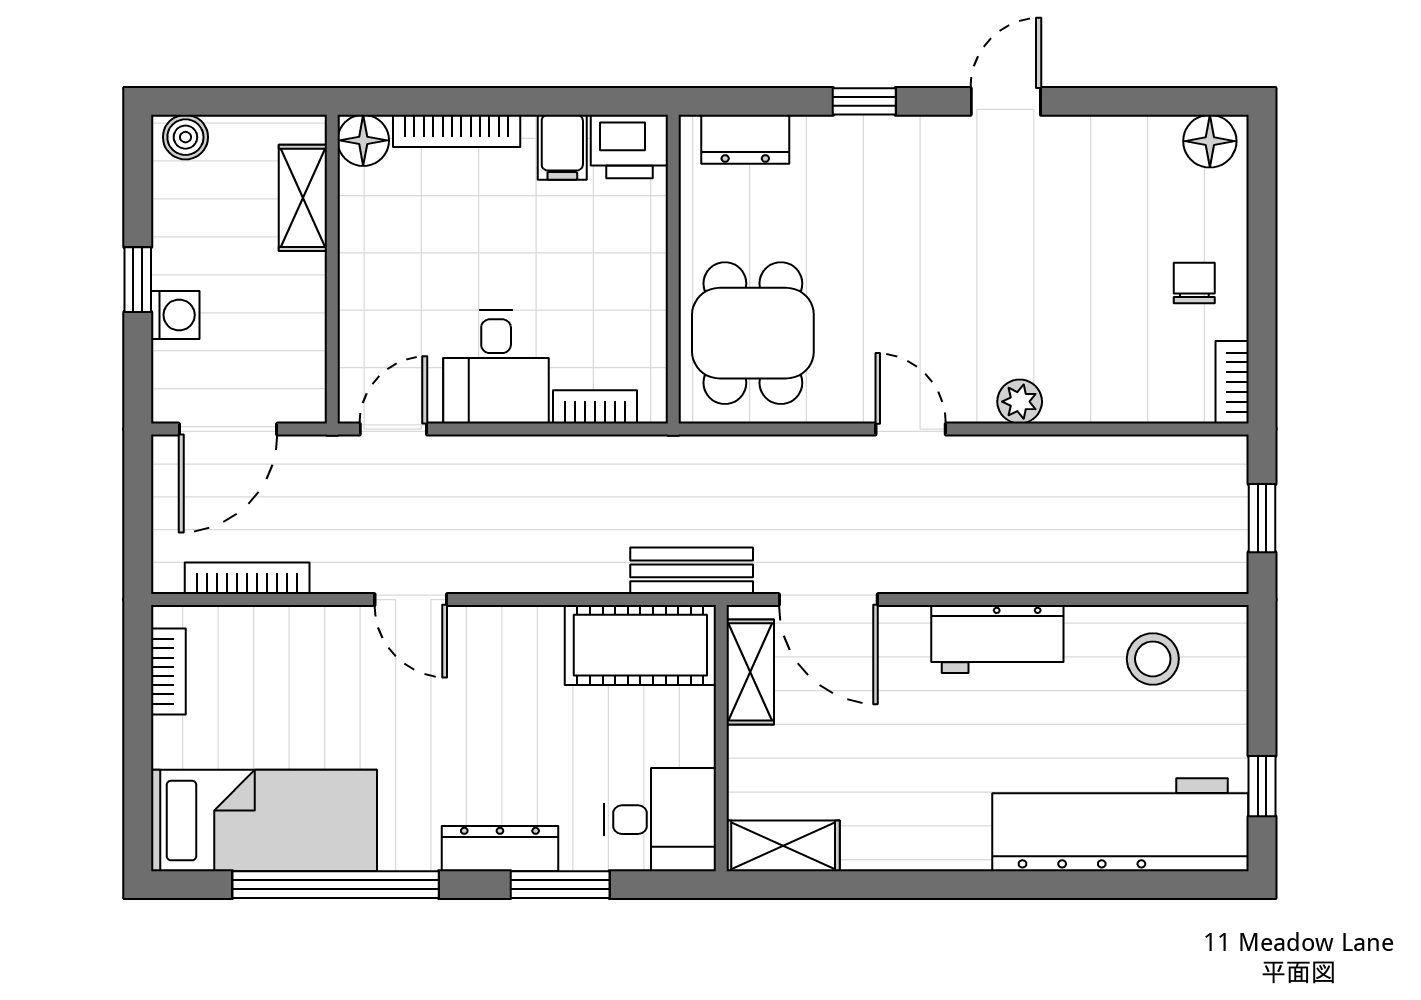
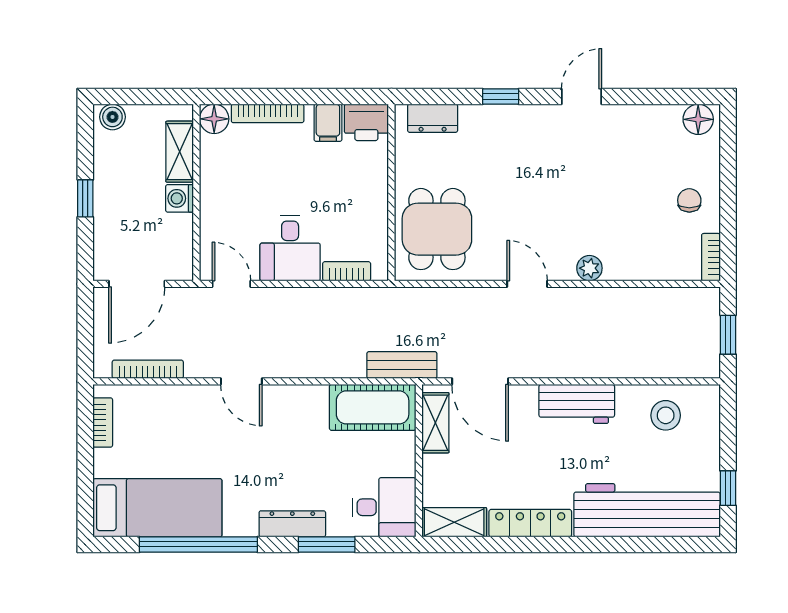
washing machine: (175, 315) -> (180, 198), moved, turned 180
door: (393, 429) -> (231, 284), hinge flipped
locker: (916, 847) -> (530, 523), added

